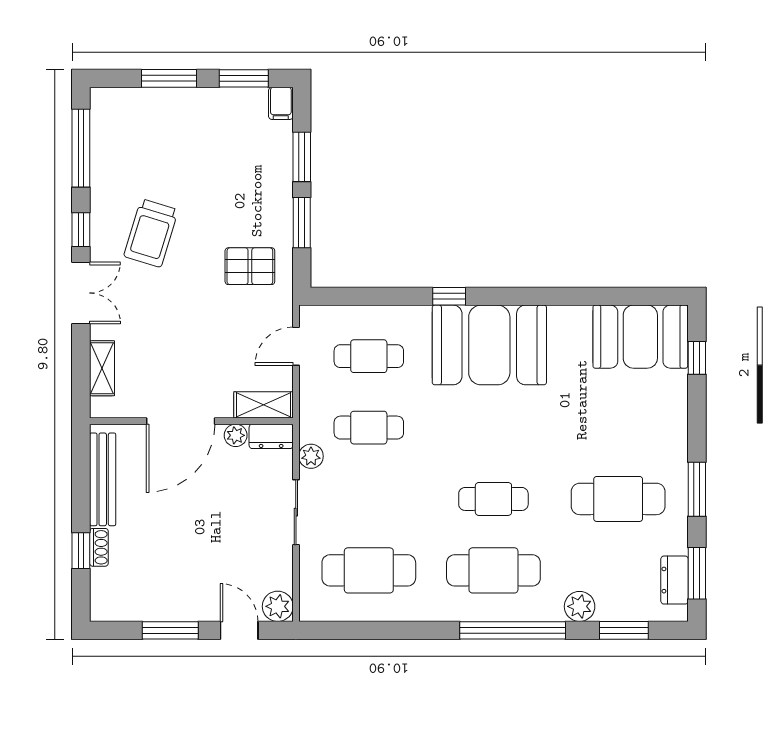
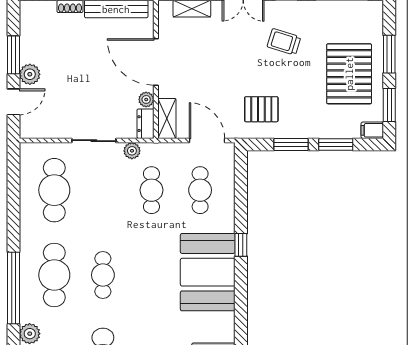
pallet: (198, 137) -> (349, 74), added
trolley: (151, 233) -> (284, 42), width x0.73, depth x0.72
pallet: (250, 266) -> (261, 109), turned 90
door: (296, 346) -> (207, 141), width x1.38
plant: (278, 606) -> (30, 74), moved

